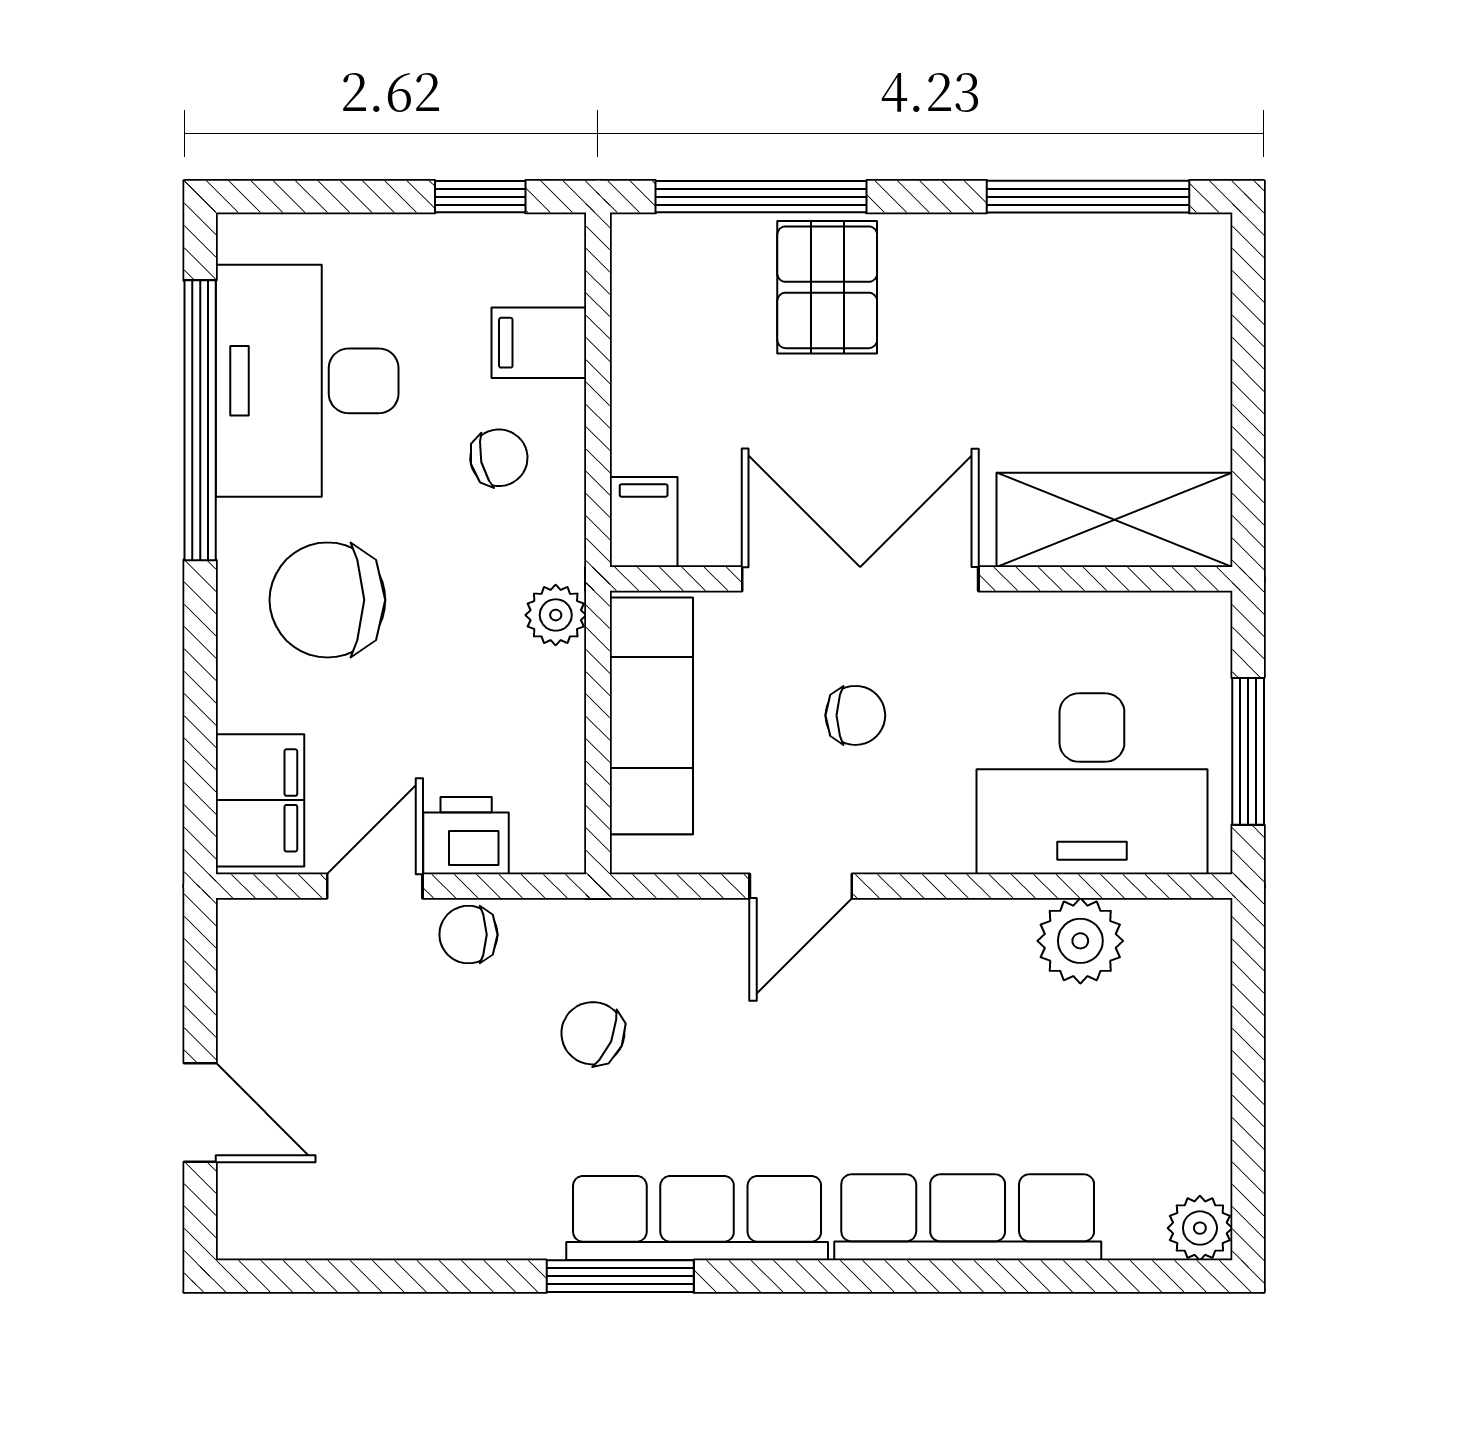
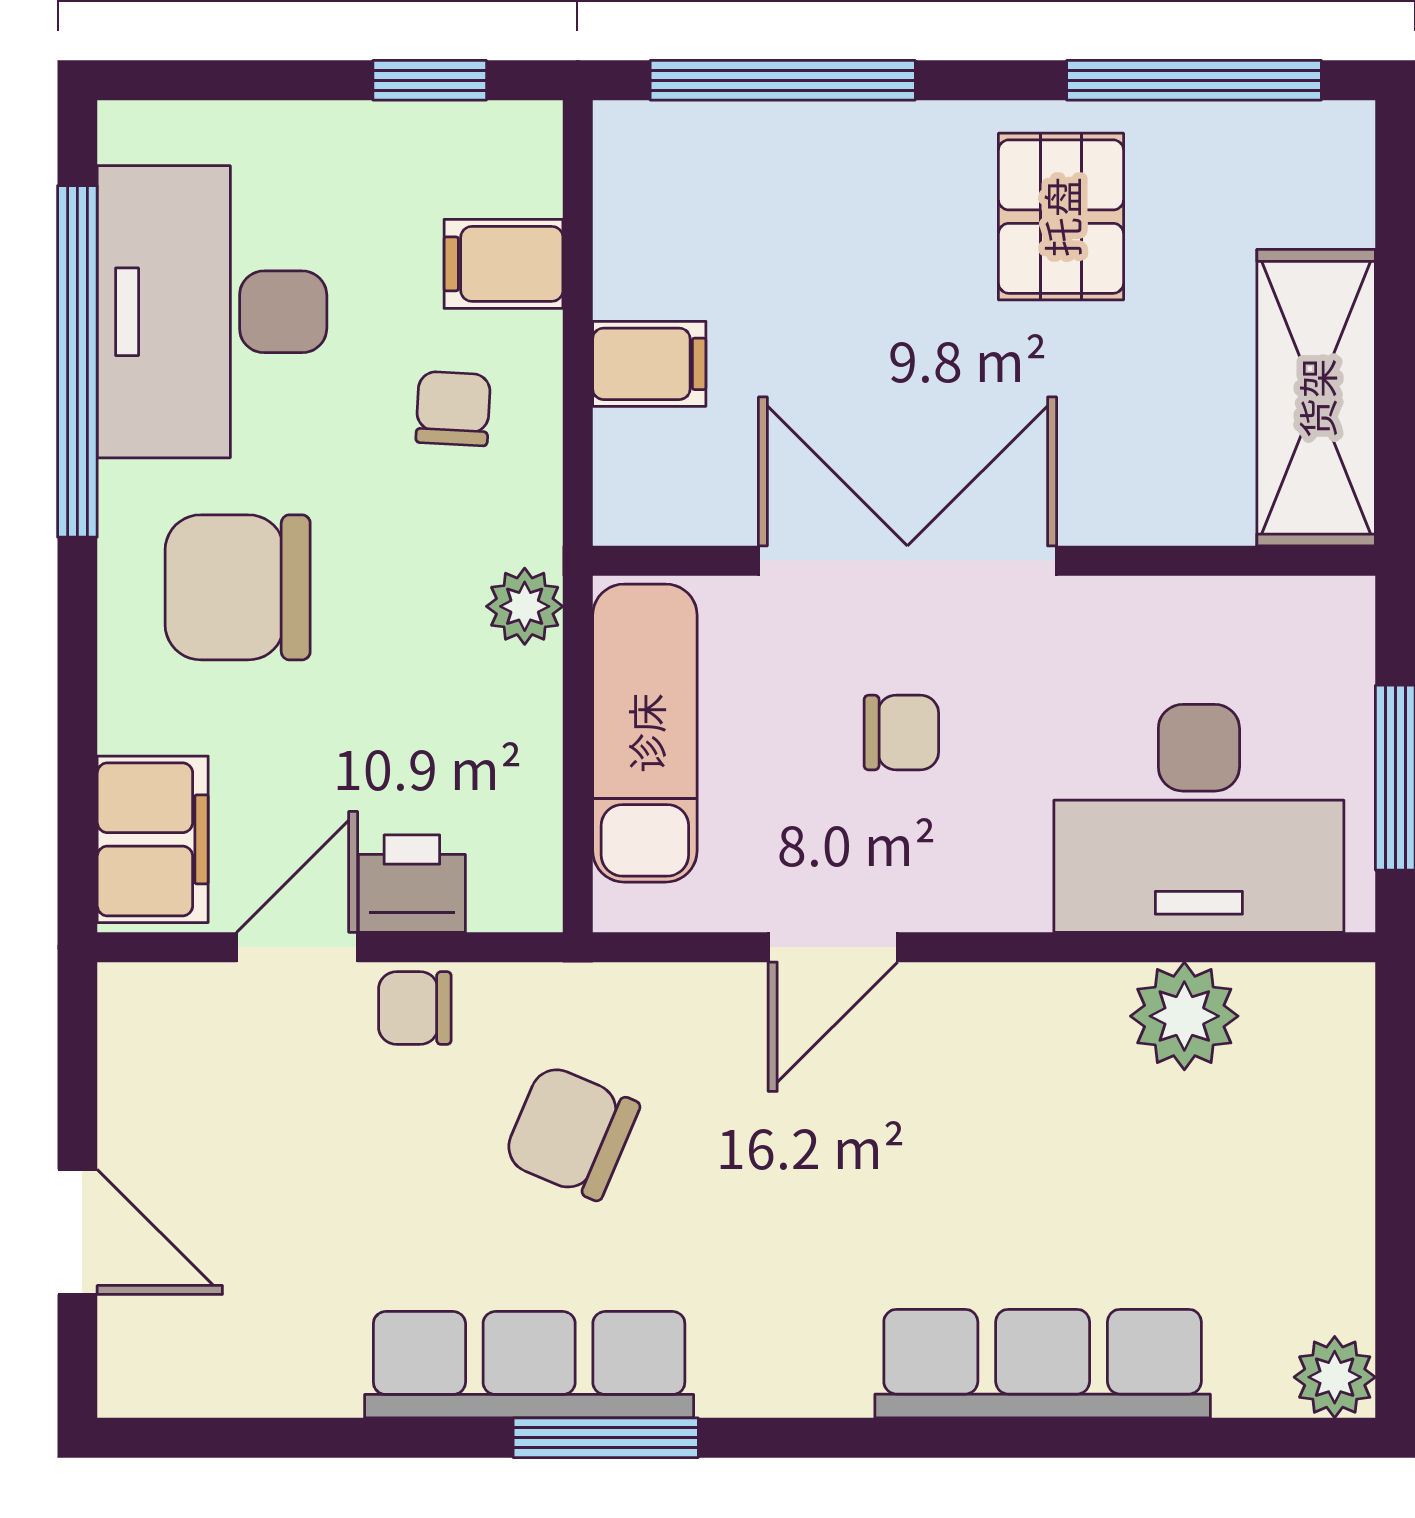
pallet: (827, 287) -> (1061, 217), moved
chair: (499, 458) -> (453, 409), turned -74
shelving: (1114, 520) -> (1316, 398), moved, turned 90
filing cabinet: (644, 522) -> (649, 364), moved, turned 90
chair: (593, 1033) -> (571, 1132), width x1.37, depth x1.37
row of seats: (697, 1218) -> (529, 1365), moved

